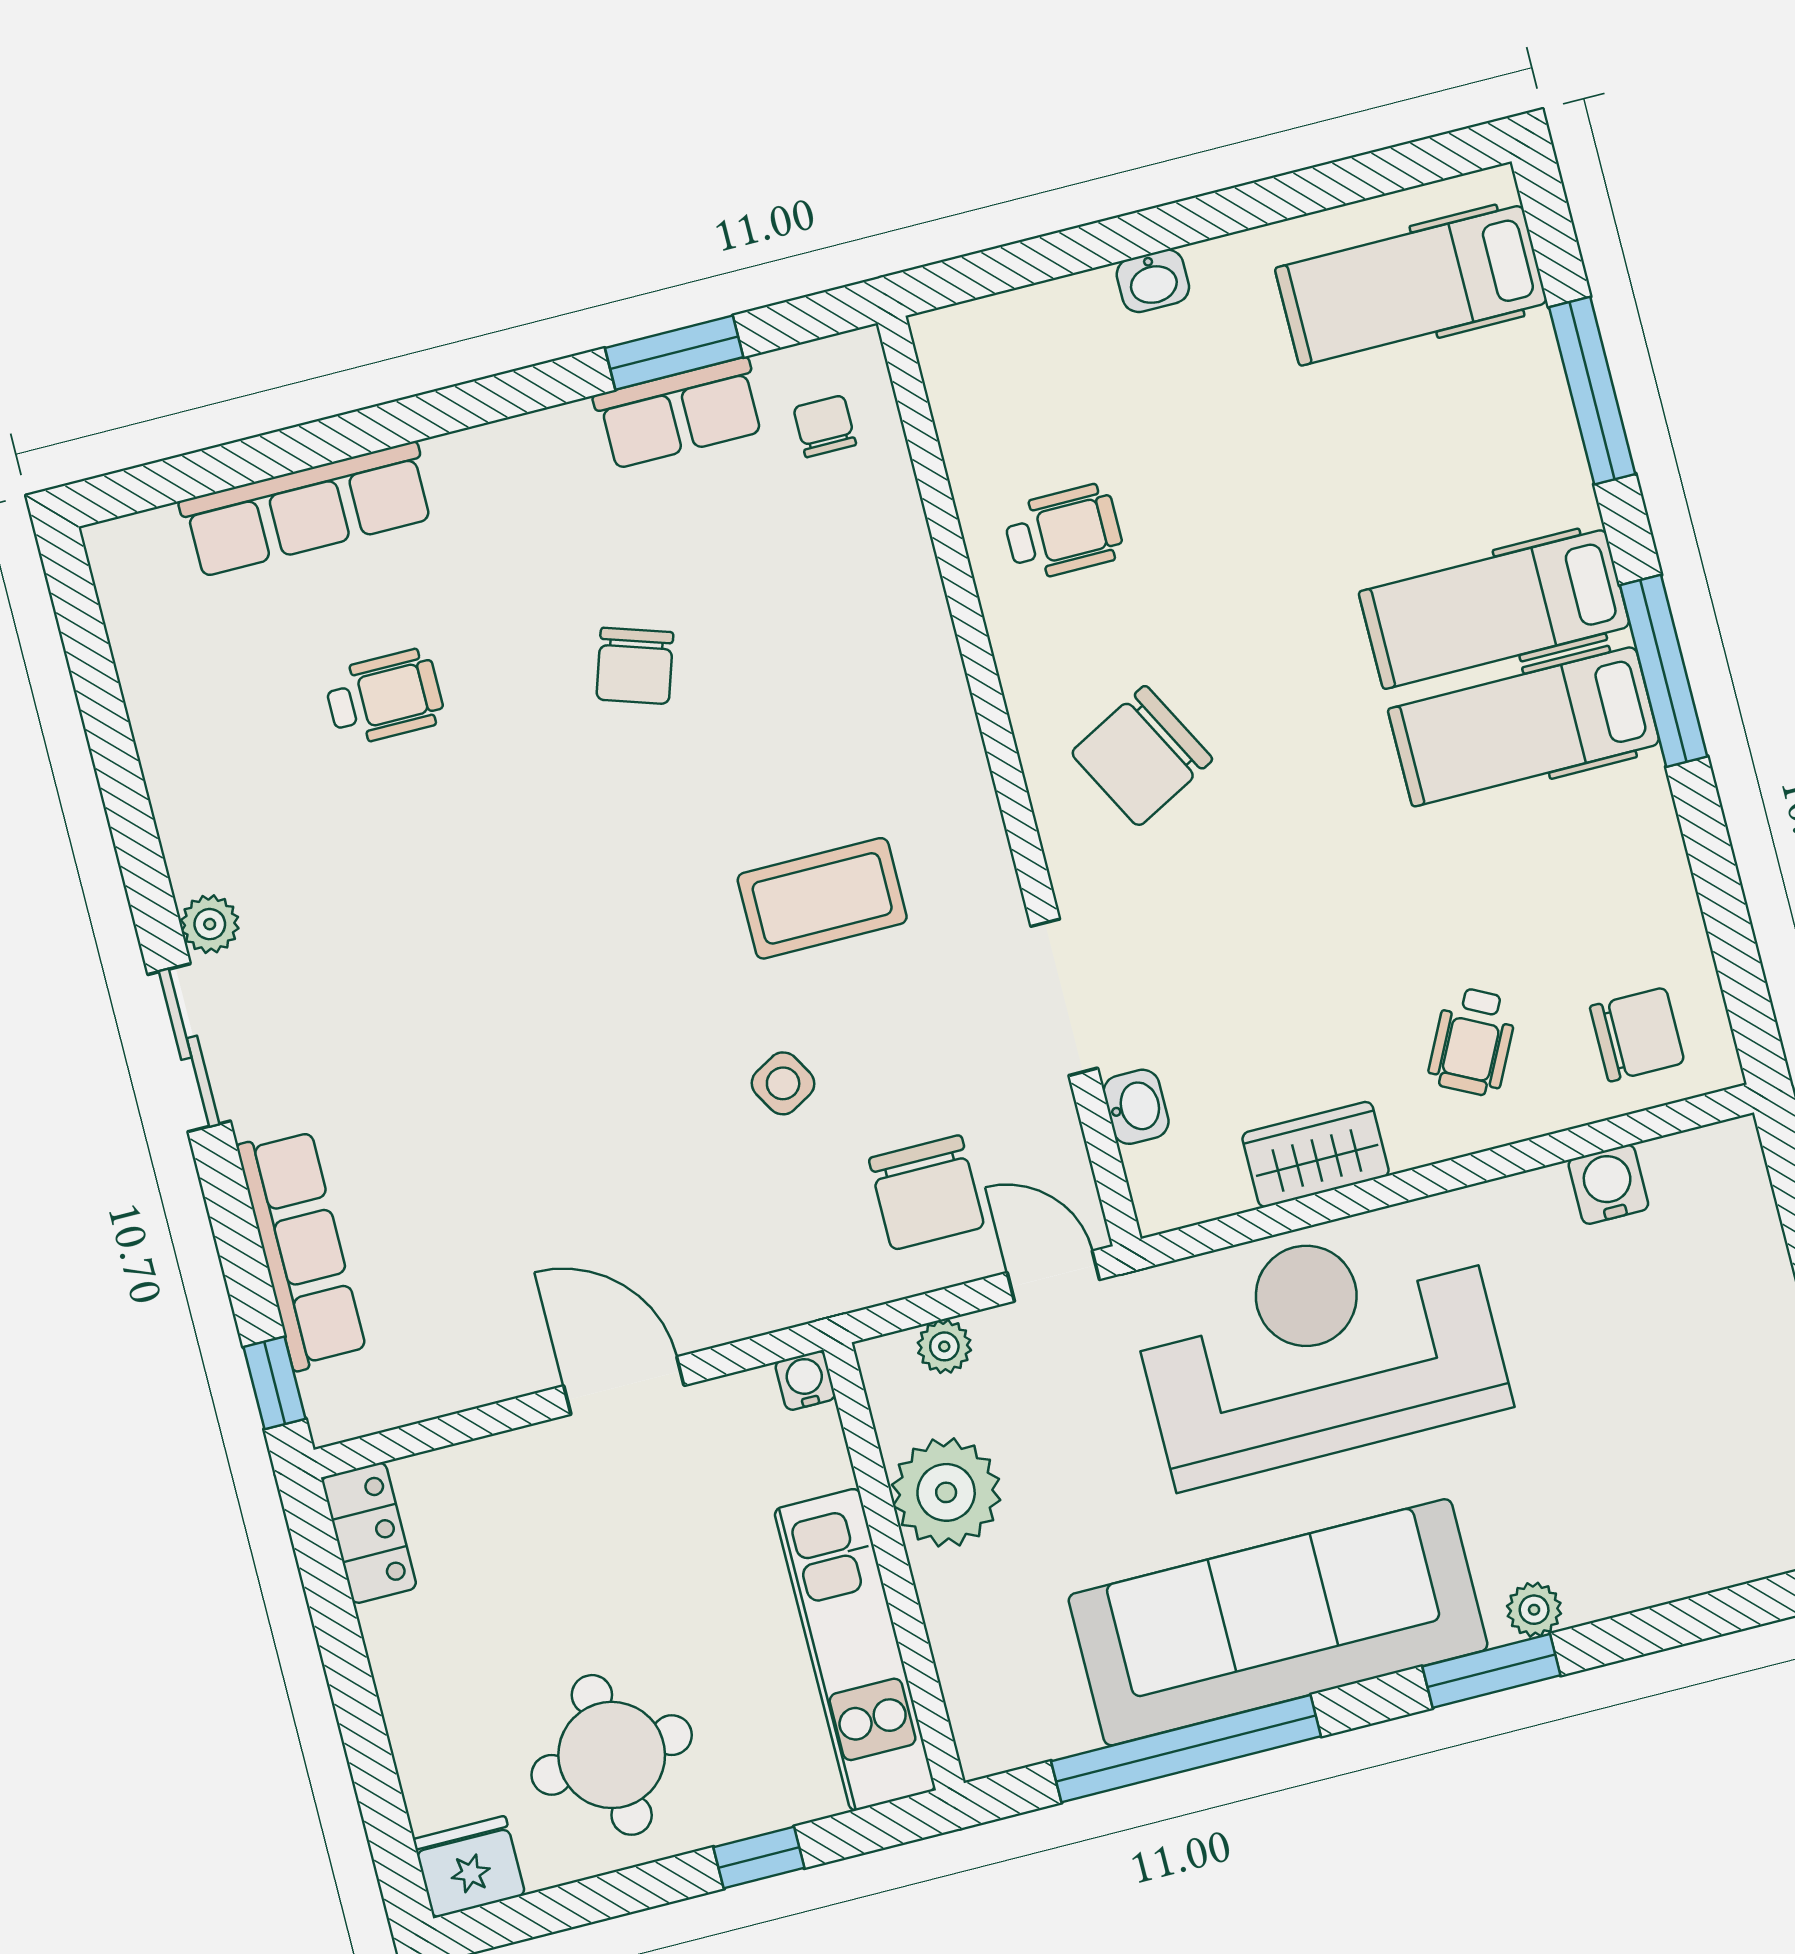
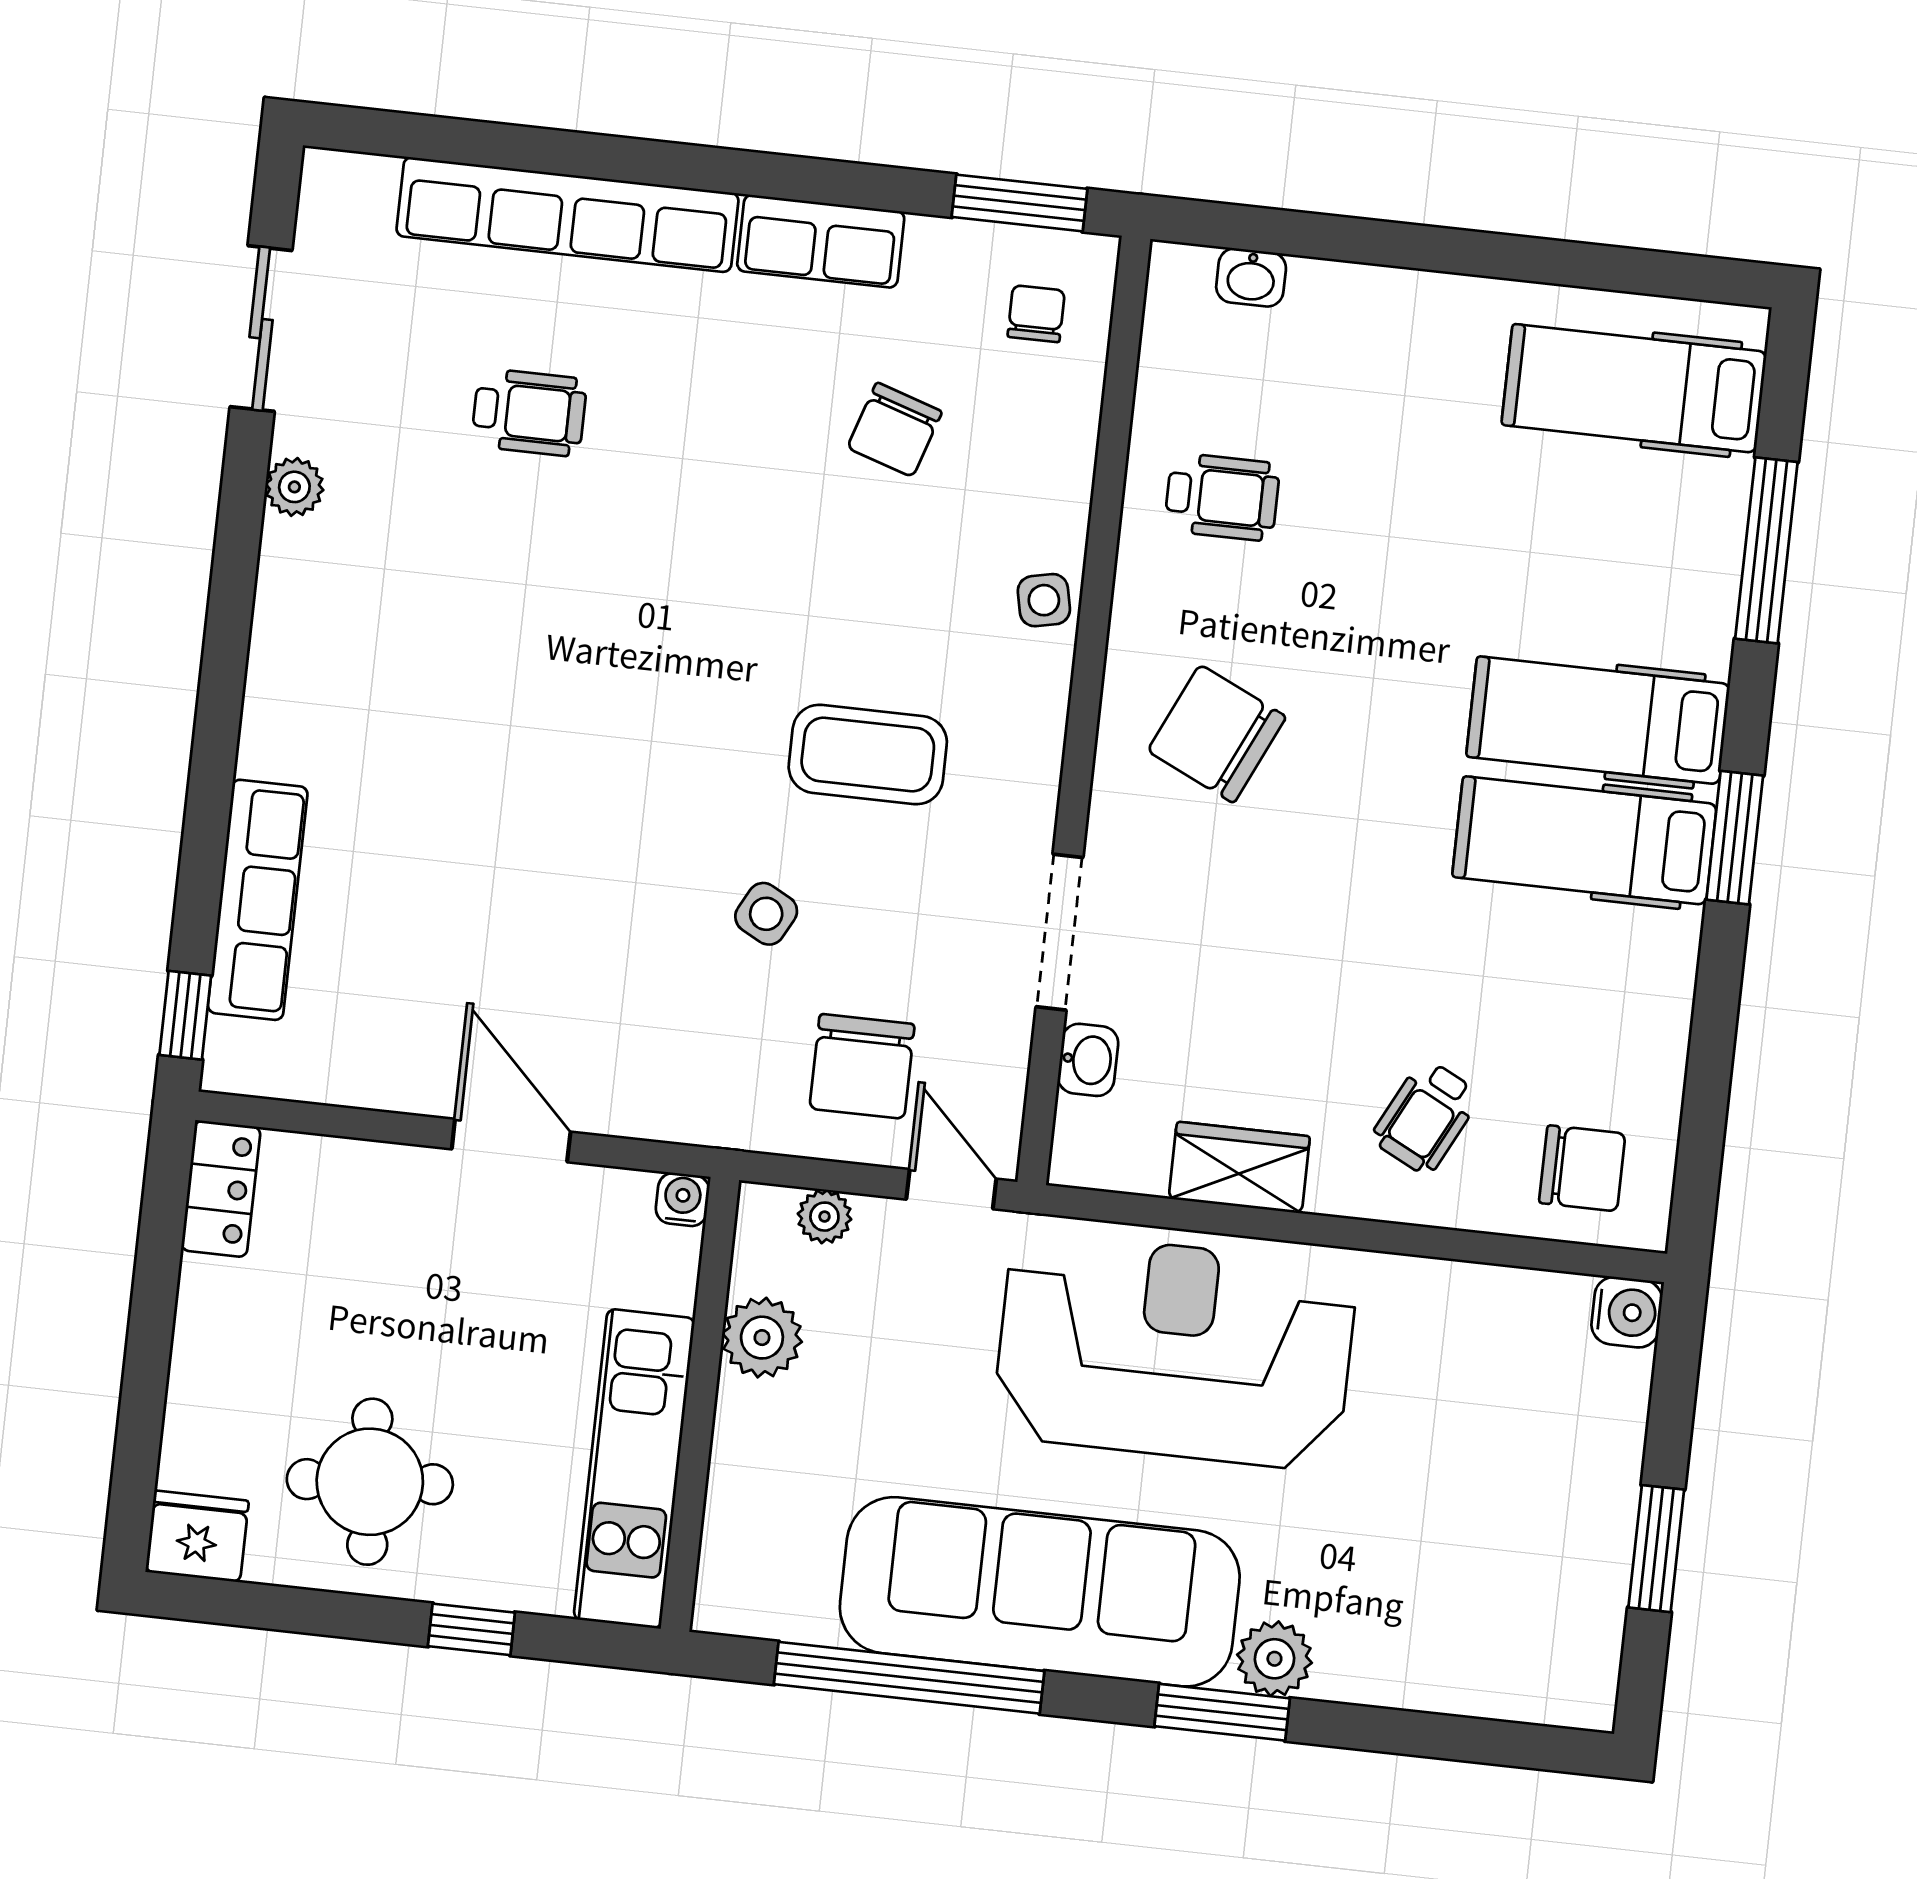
washbasin: (1153, 281) -> (1251, 277), moved
window: (674, 353) -> (1020, 203), moved
row of seats: (679, 413) -> (821, 241), moved
row of seats: (307, 509) -> (567, 215), width x1.36
chair: (635, 666) -> (895, 430), moved
window: (1664, 671) -> (1735, 838), width x0.69
side table: (933, 692) -> (1044, 600), added
chair: (1142, 756) -> (1217, 734), turned 53
plant: (210, 924) -> (294, 487), moved
sliding door: (189, 1048) -> (261, 329), moved
side table: (783, 1083) -> (766, 914), turned -32
water cooler: (1608, 1184) -> (1627, 1312), moved, turned 90
plant: (946, 1492) -> (762, 1338), width x0.73, depth x0.73
plant: (1534, 1610) -> (1274, 1659), width x1.38, depth x1.38

